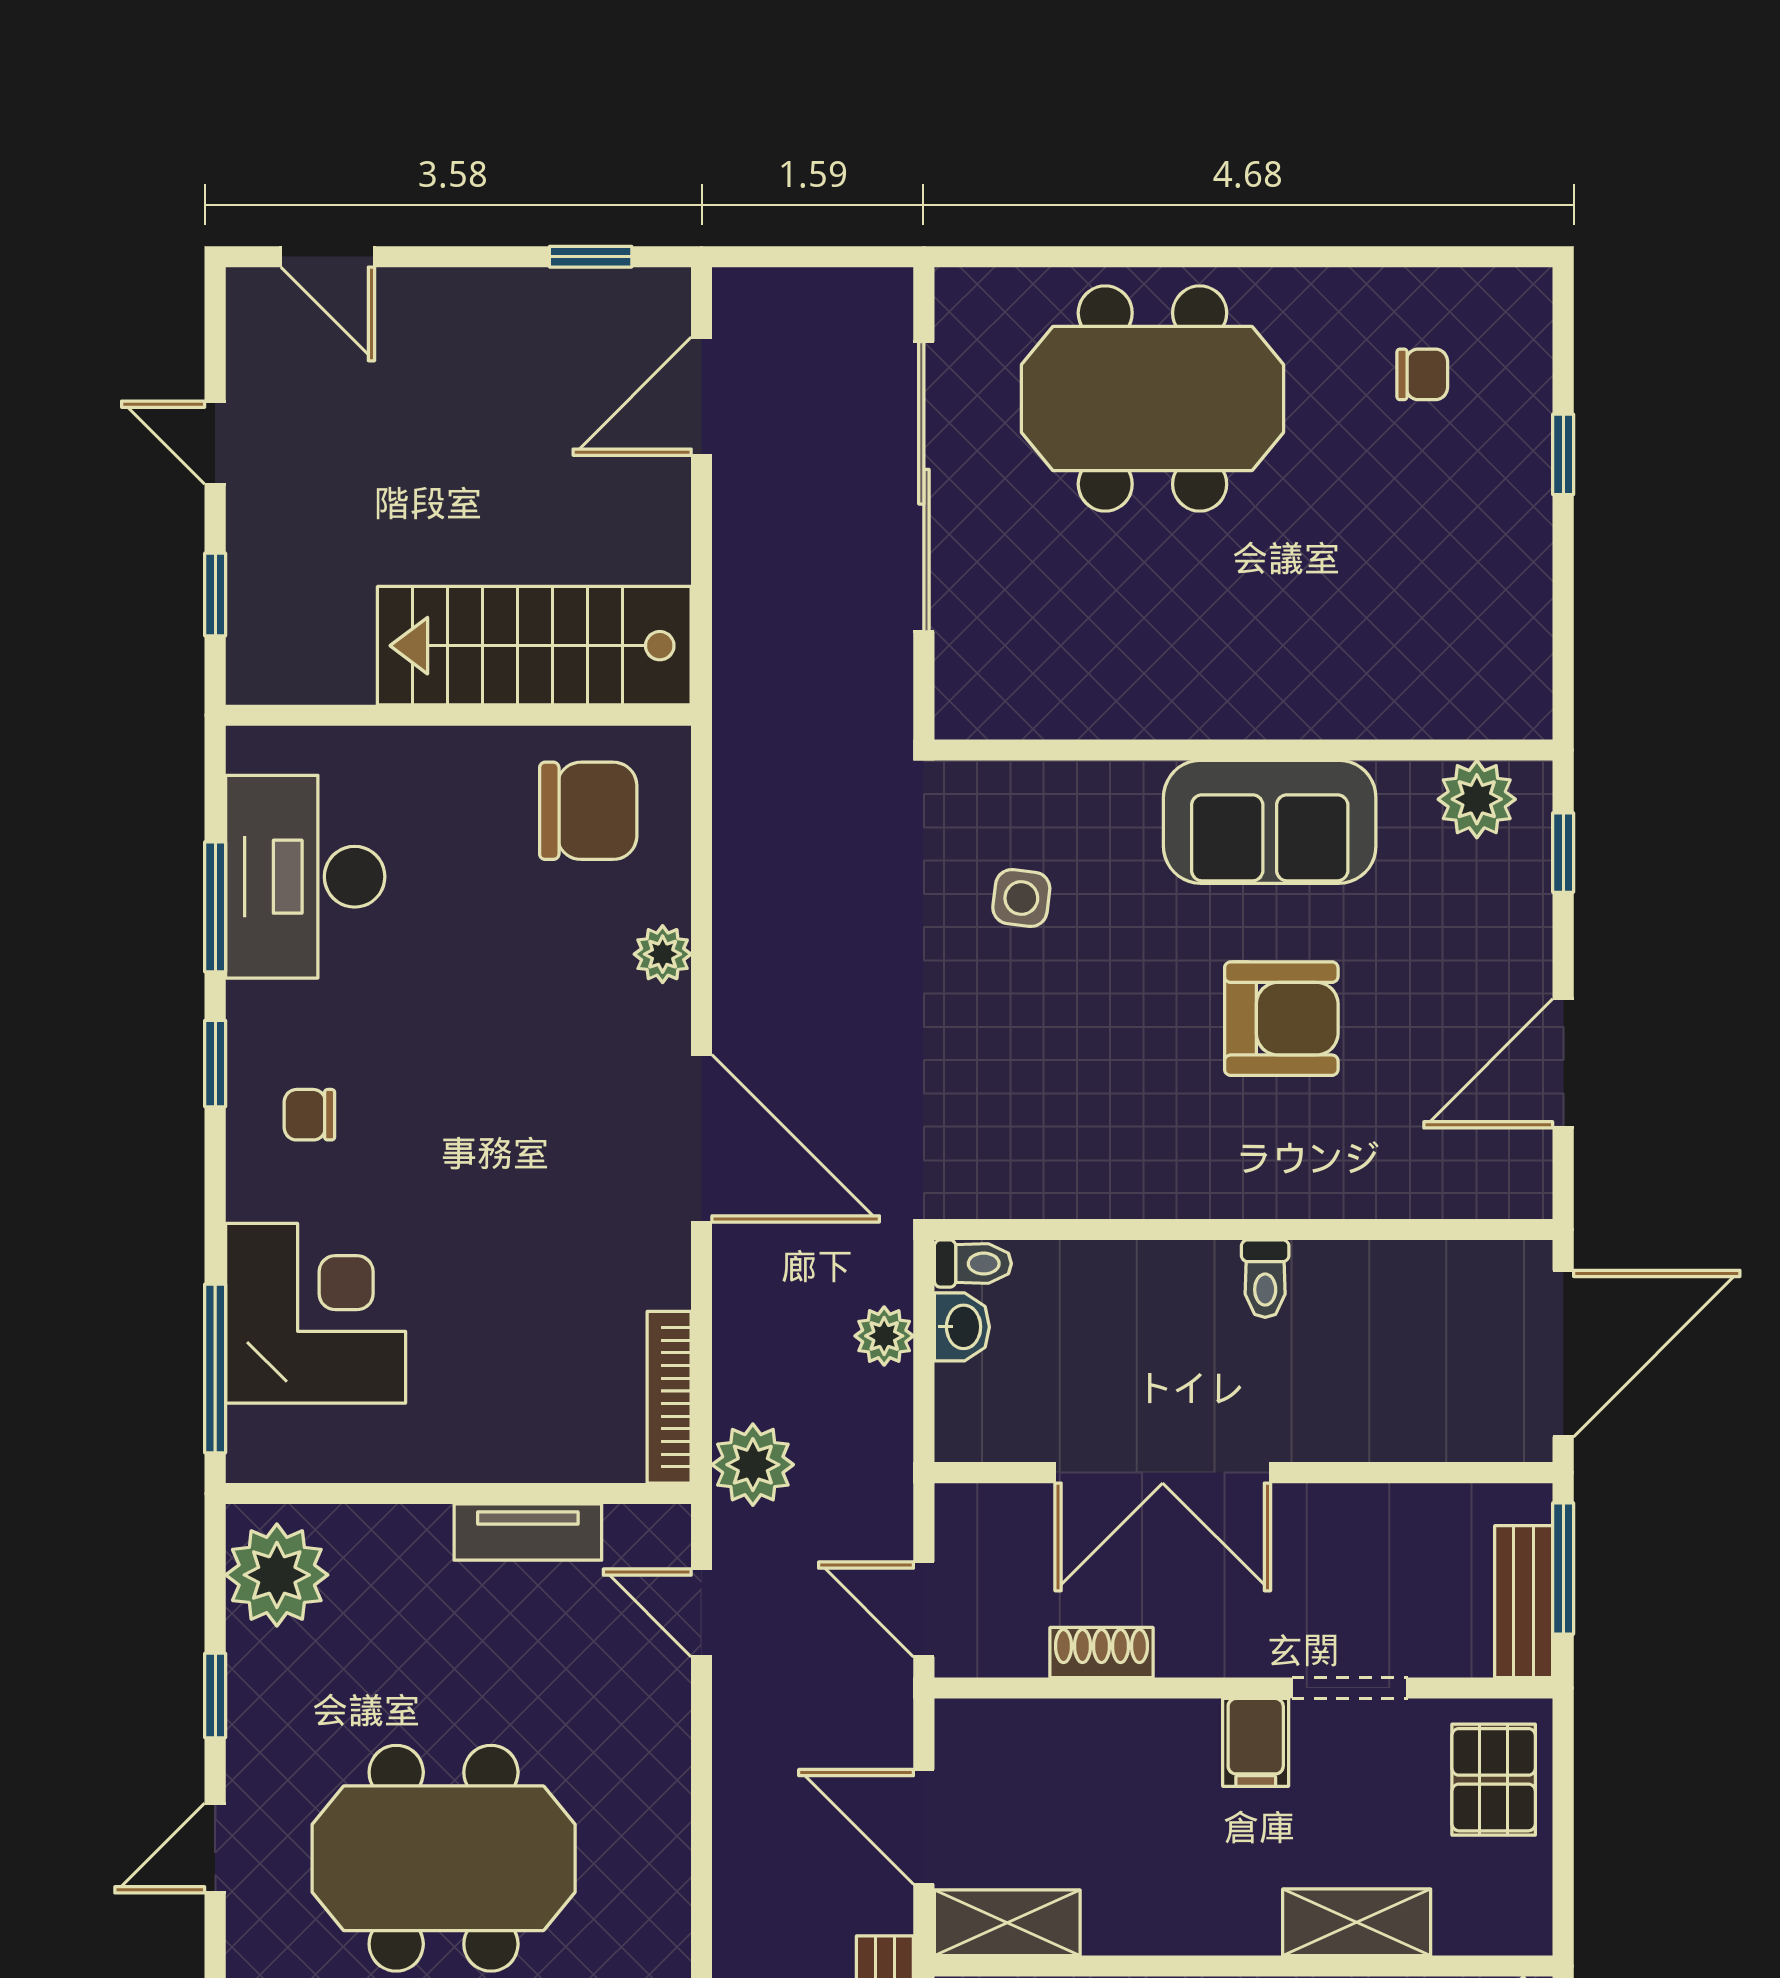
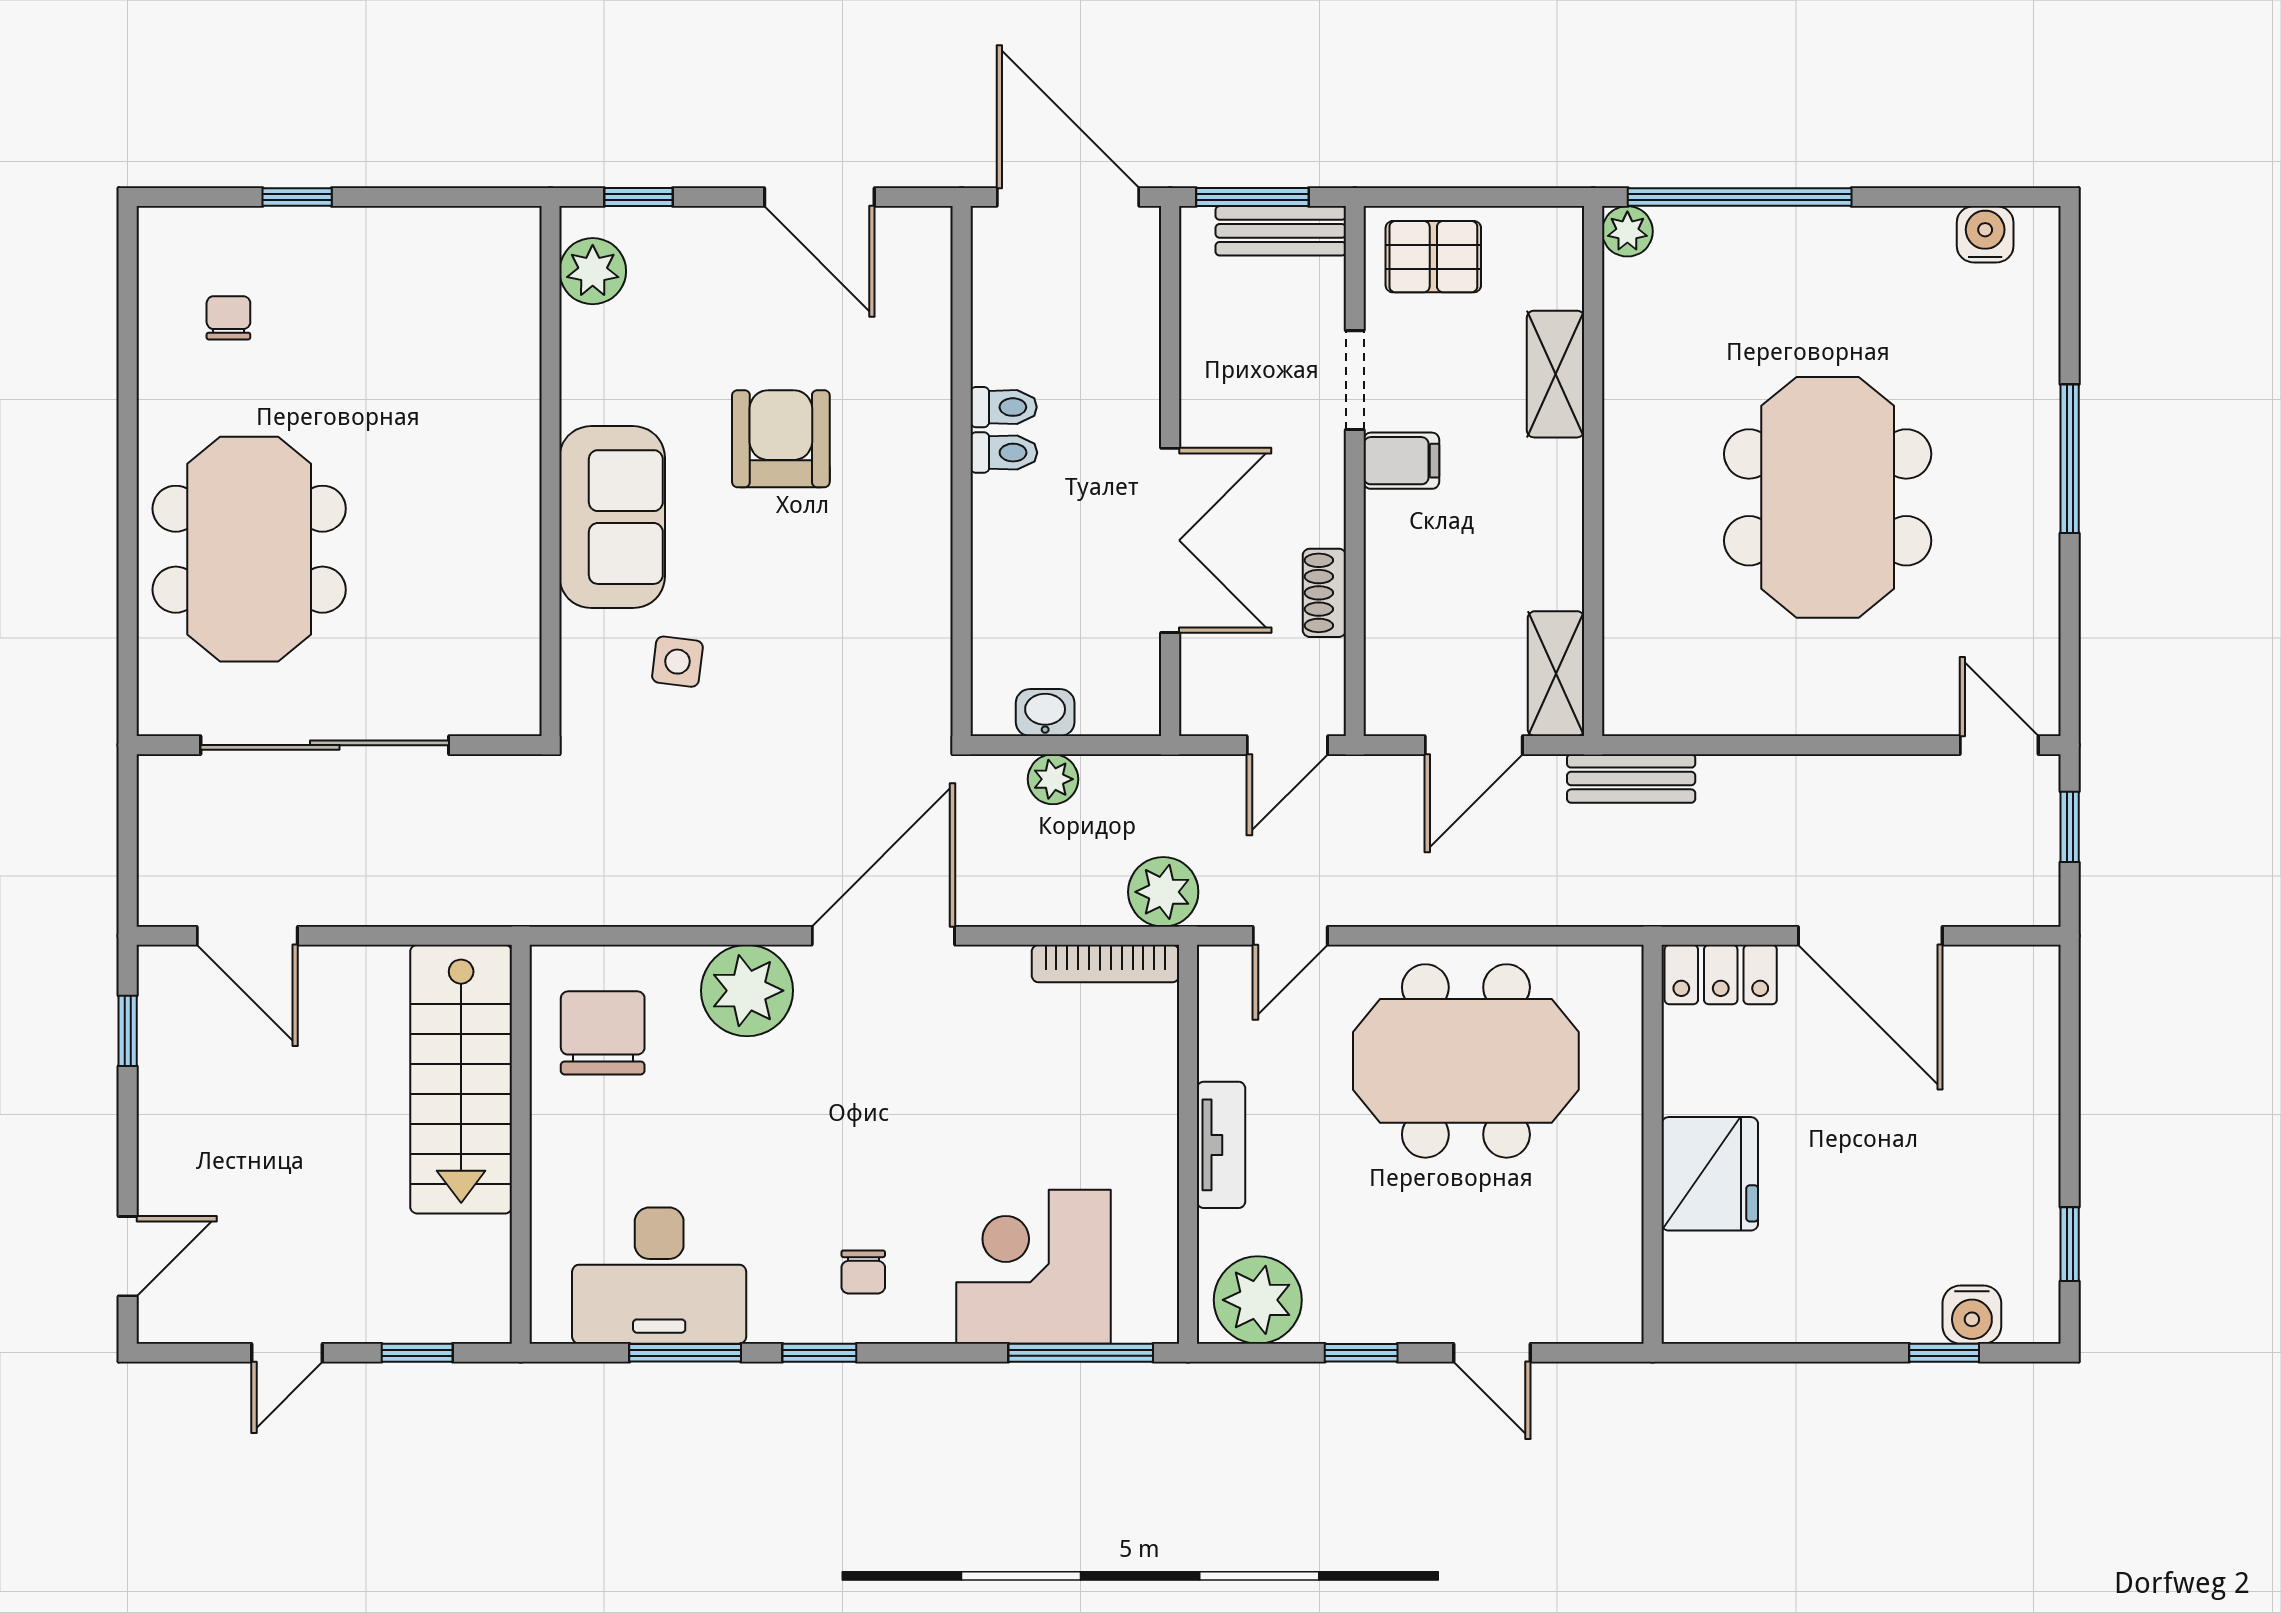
sofa: (1270, 822) -> (612, 517), moved
plant: (663, 954) -> (747, 991), width x1.88, depth x1.88
toilet: (973, 1264) -> (1004, 407), moved, turned 90
tv unit: (528, 1532) -> (1221, 1145), moved
meeting table: (444, 1858) -> (1466, 1061), moved, turned 90

